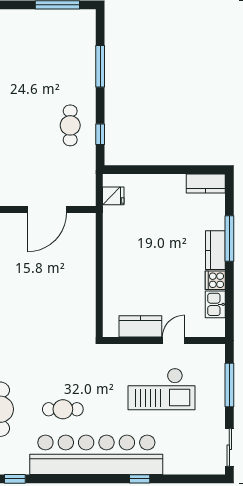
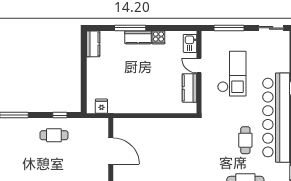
kitchen sink: (215, 304) -> (190, 43), moved, turned 90

